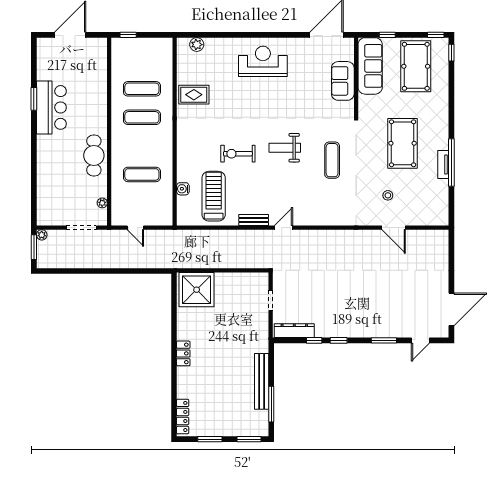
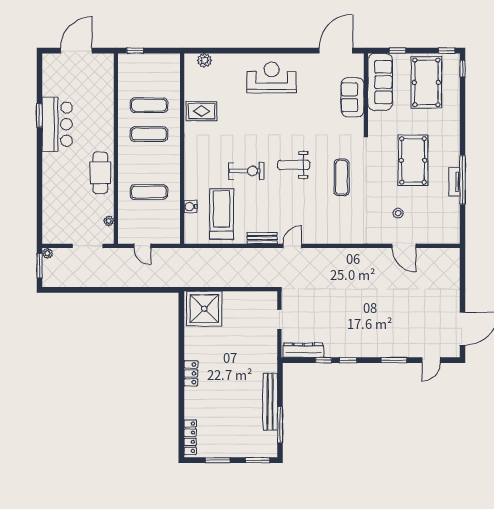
exercise bike: (238, 154) -> (246, 171), turned 180

